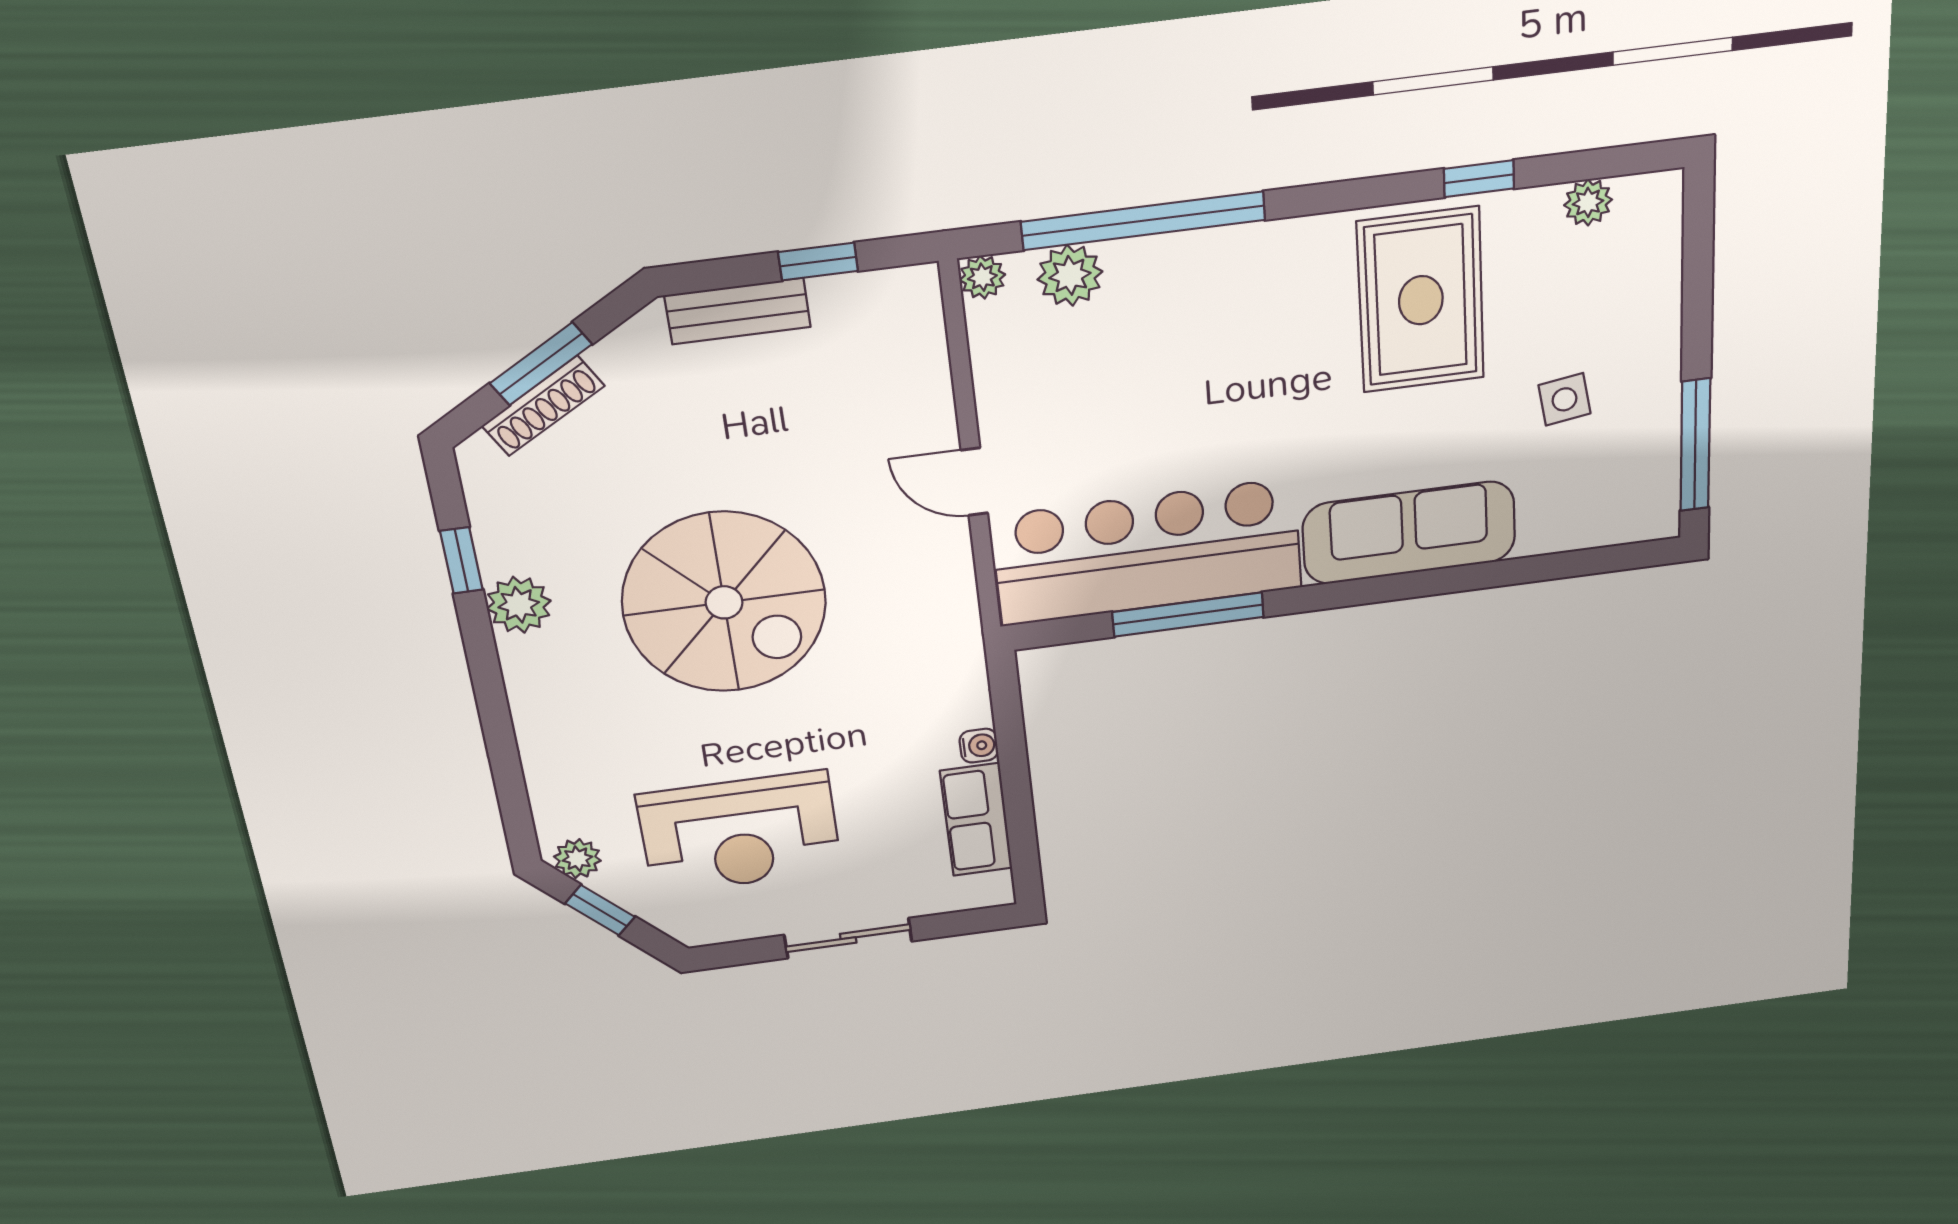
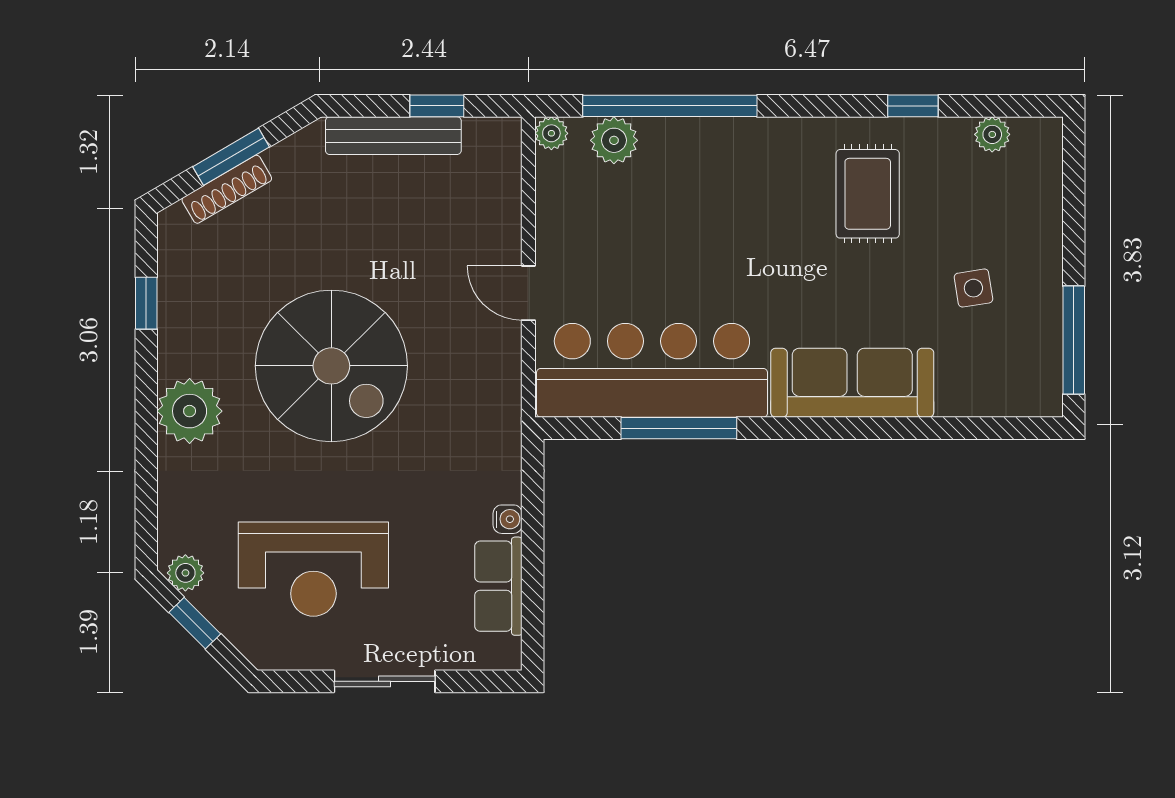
rug: (1421, 300) -> (868, 194), width x0.73, depth x0.70
bench: (738, 311) -> (393, 136), width x1.36
plant: (519, 605) -> (190, 411), moved, width x1.36, depth x1.36

